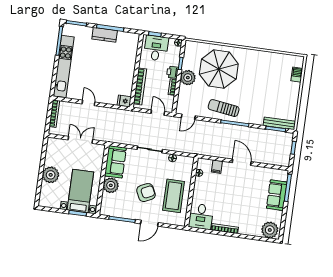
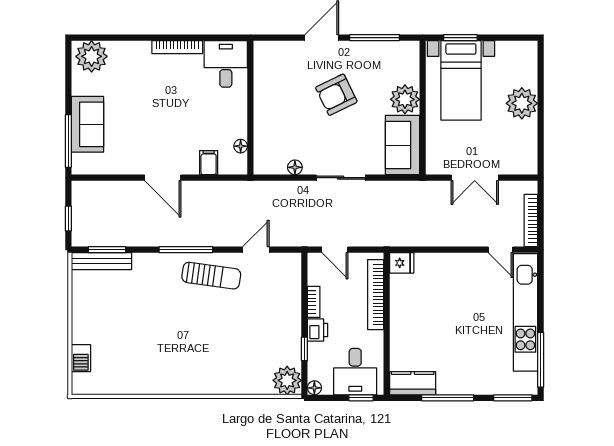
kitchen counter: (105, 35) -> (413, 383), moved
parasol: (219, 69) -> (231, 348), removed
plant: (188, 78) -> (287, 380), moved
door: (88, 103) -> (501, 250), moved
door: (188, 117) -> (256, 250), moved
coffee table: (174, 196) -> (283, 96), removed

